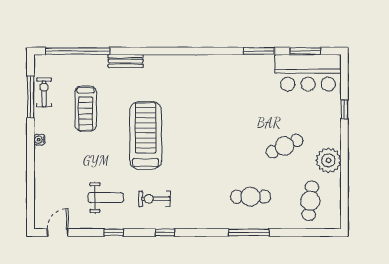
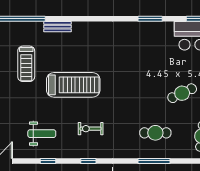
window: (259, 51) -> (150, 19), moved
treadmill: (146, 135) -> (73, 85), turned 90
exercise bike: (154, 199) -> (91, 129), moved

